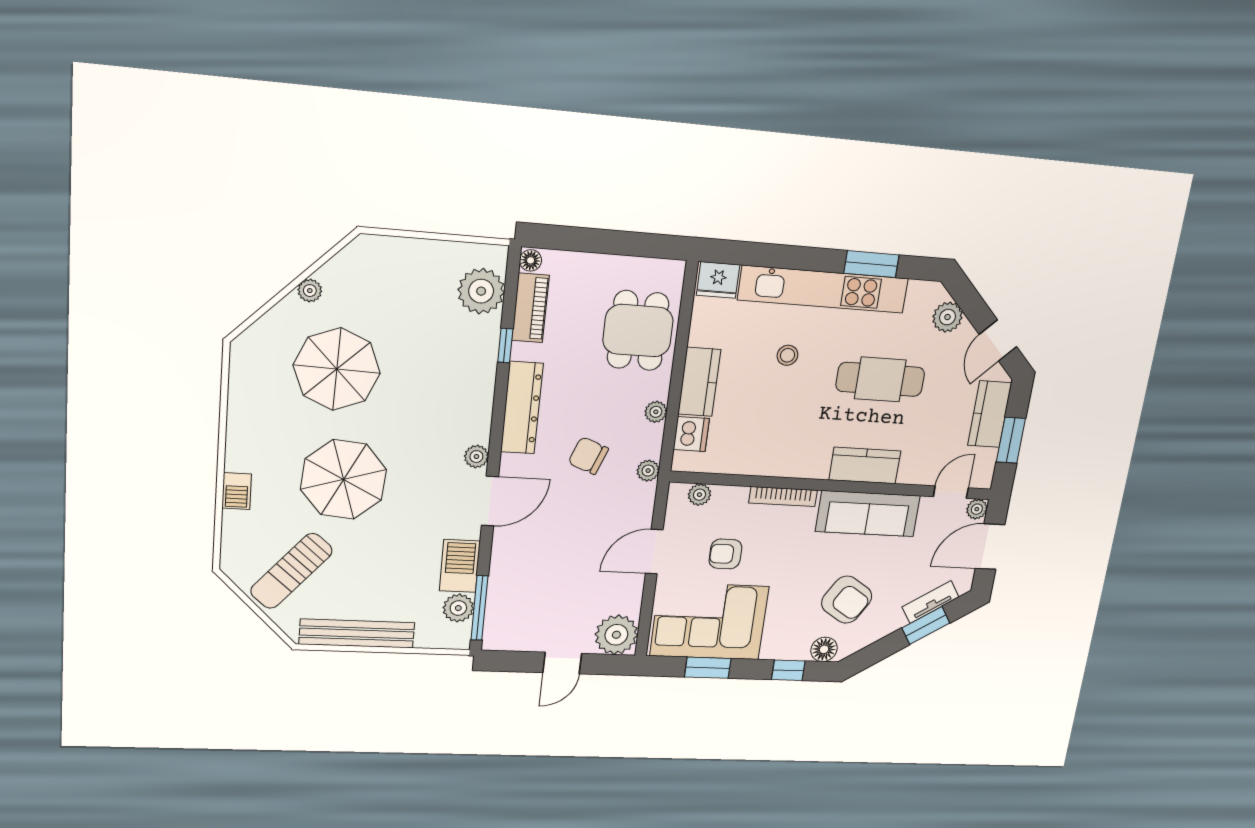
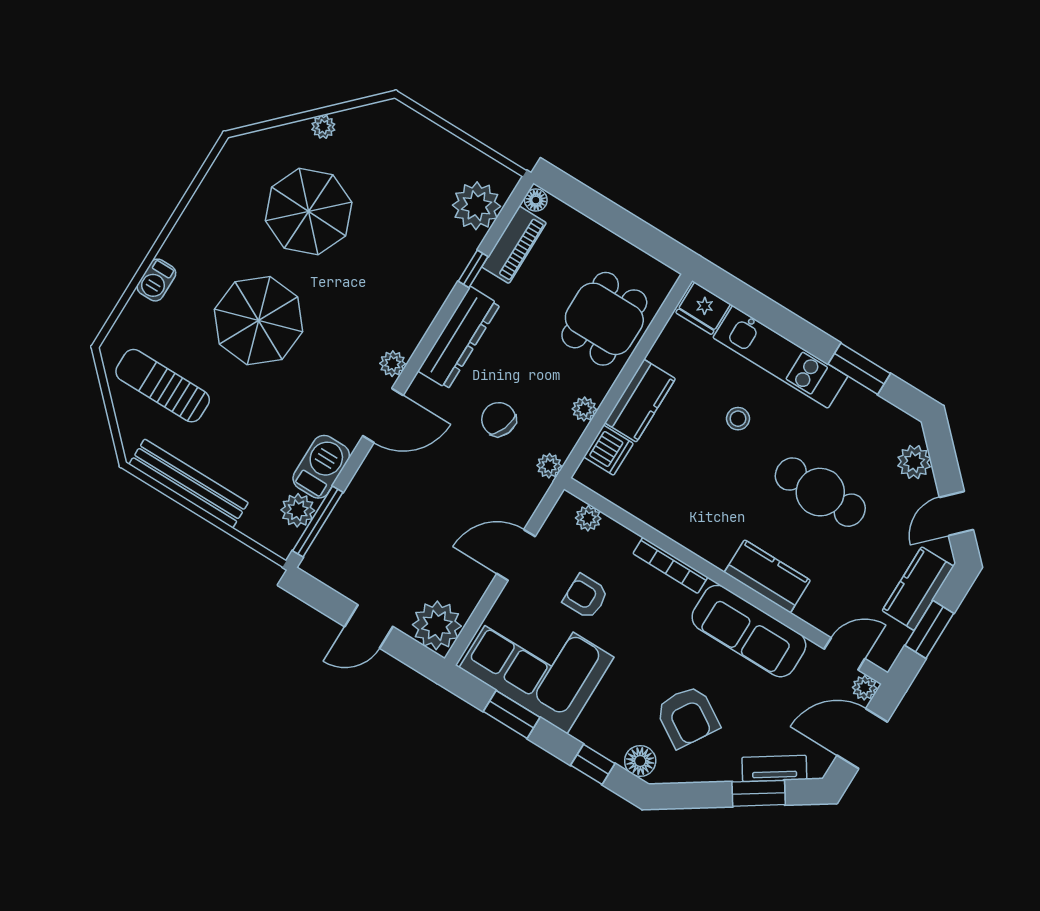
kitchen unit: (823, 289) -> (780, 357), width x0.73
sun lounger: (291, 571) -> (163, 386), turned 49

